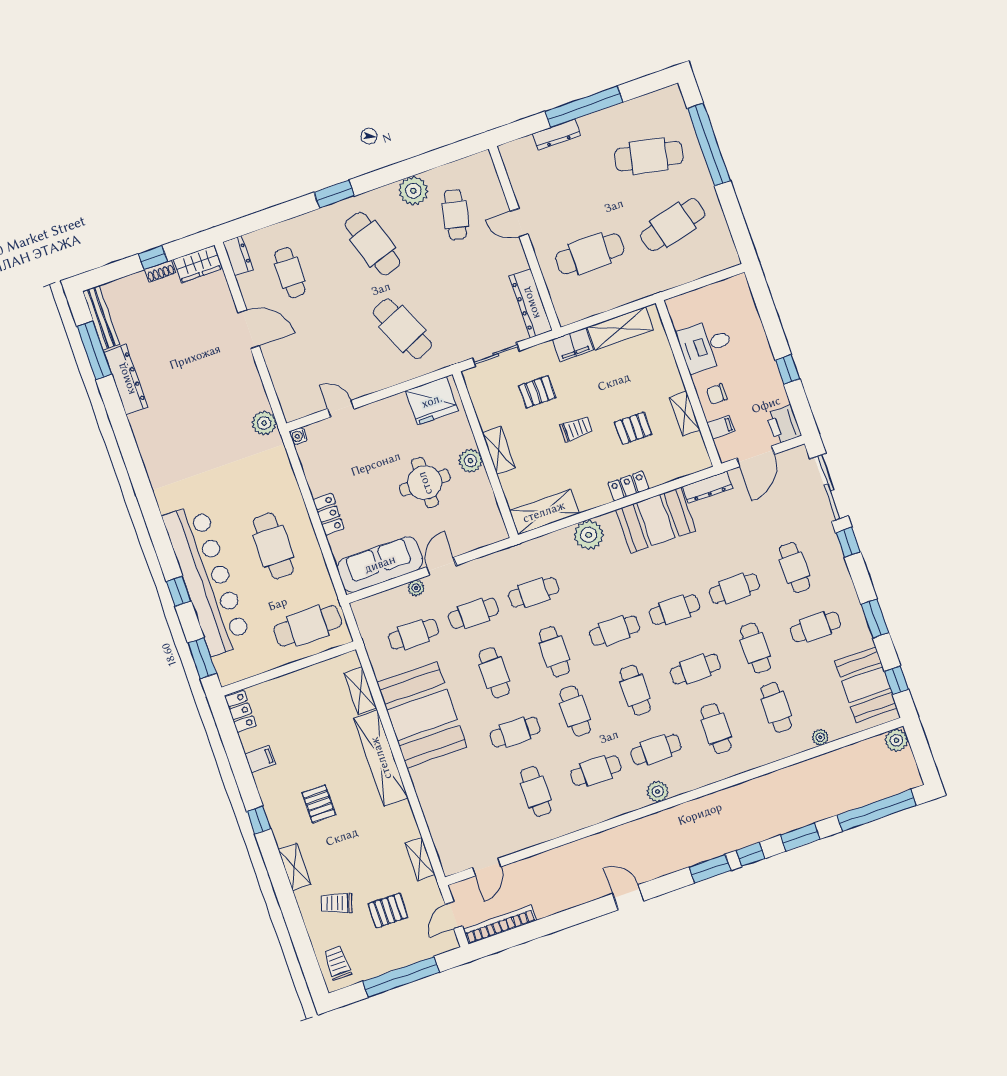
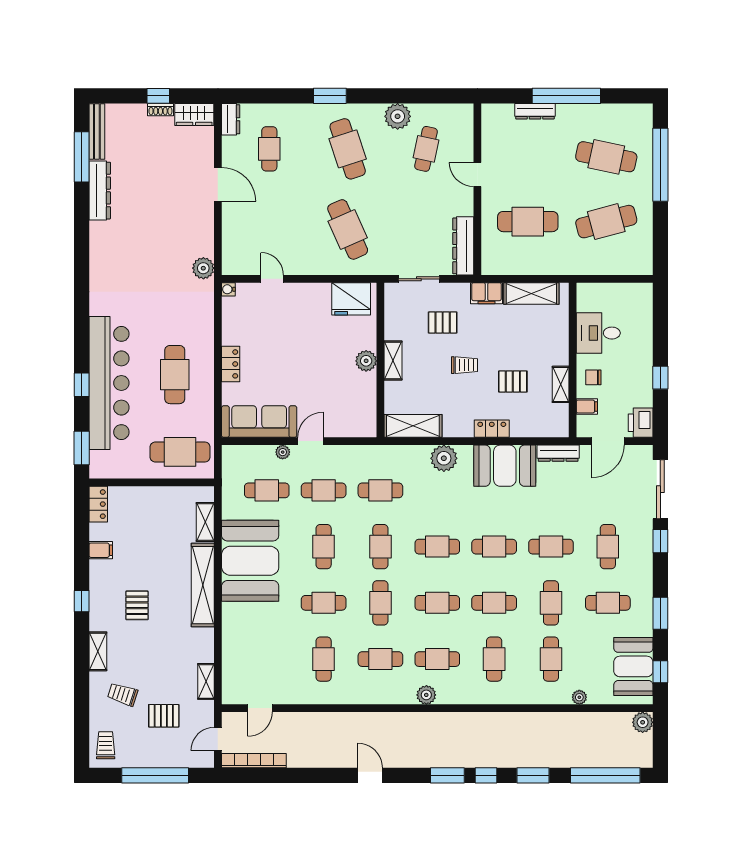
round table: (425, 483) -> (321, 366), removed
cafe table: (635, 690) -> (437, 603), turned 90

